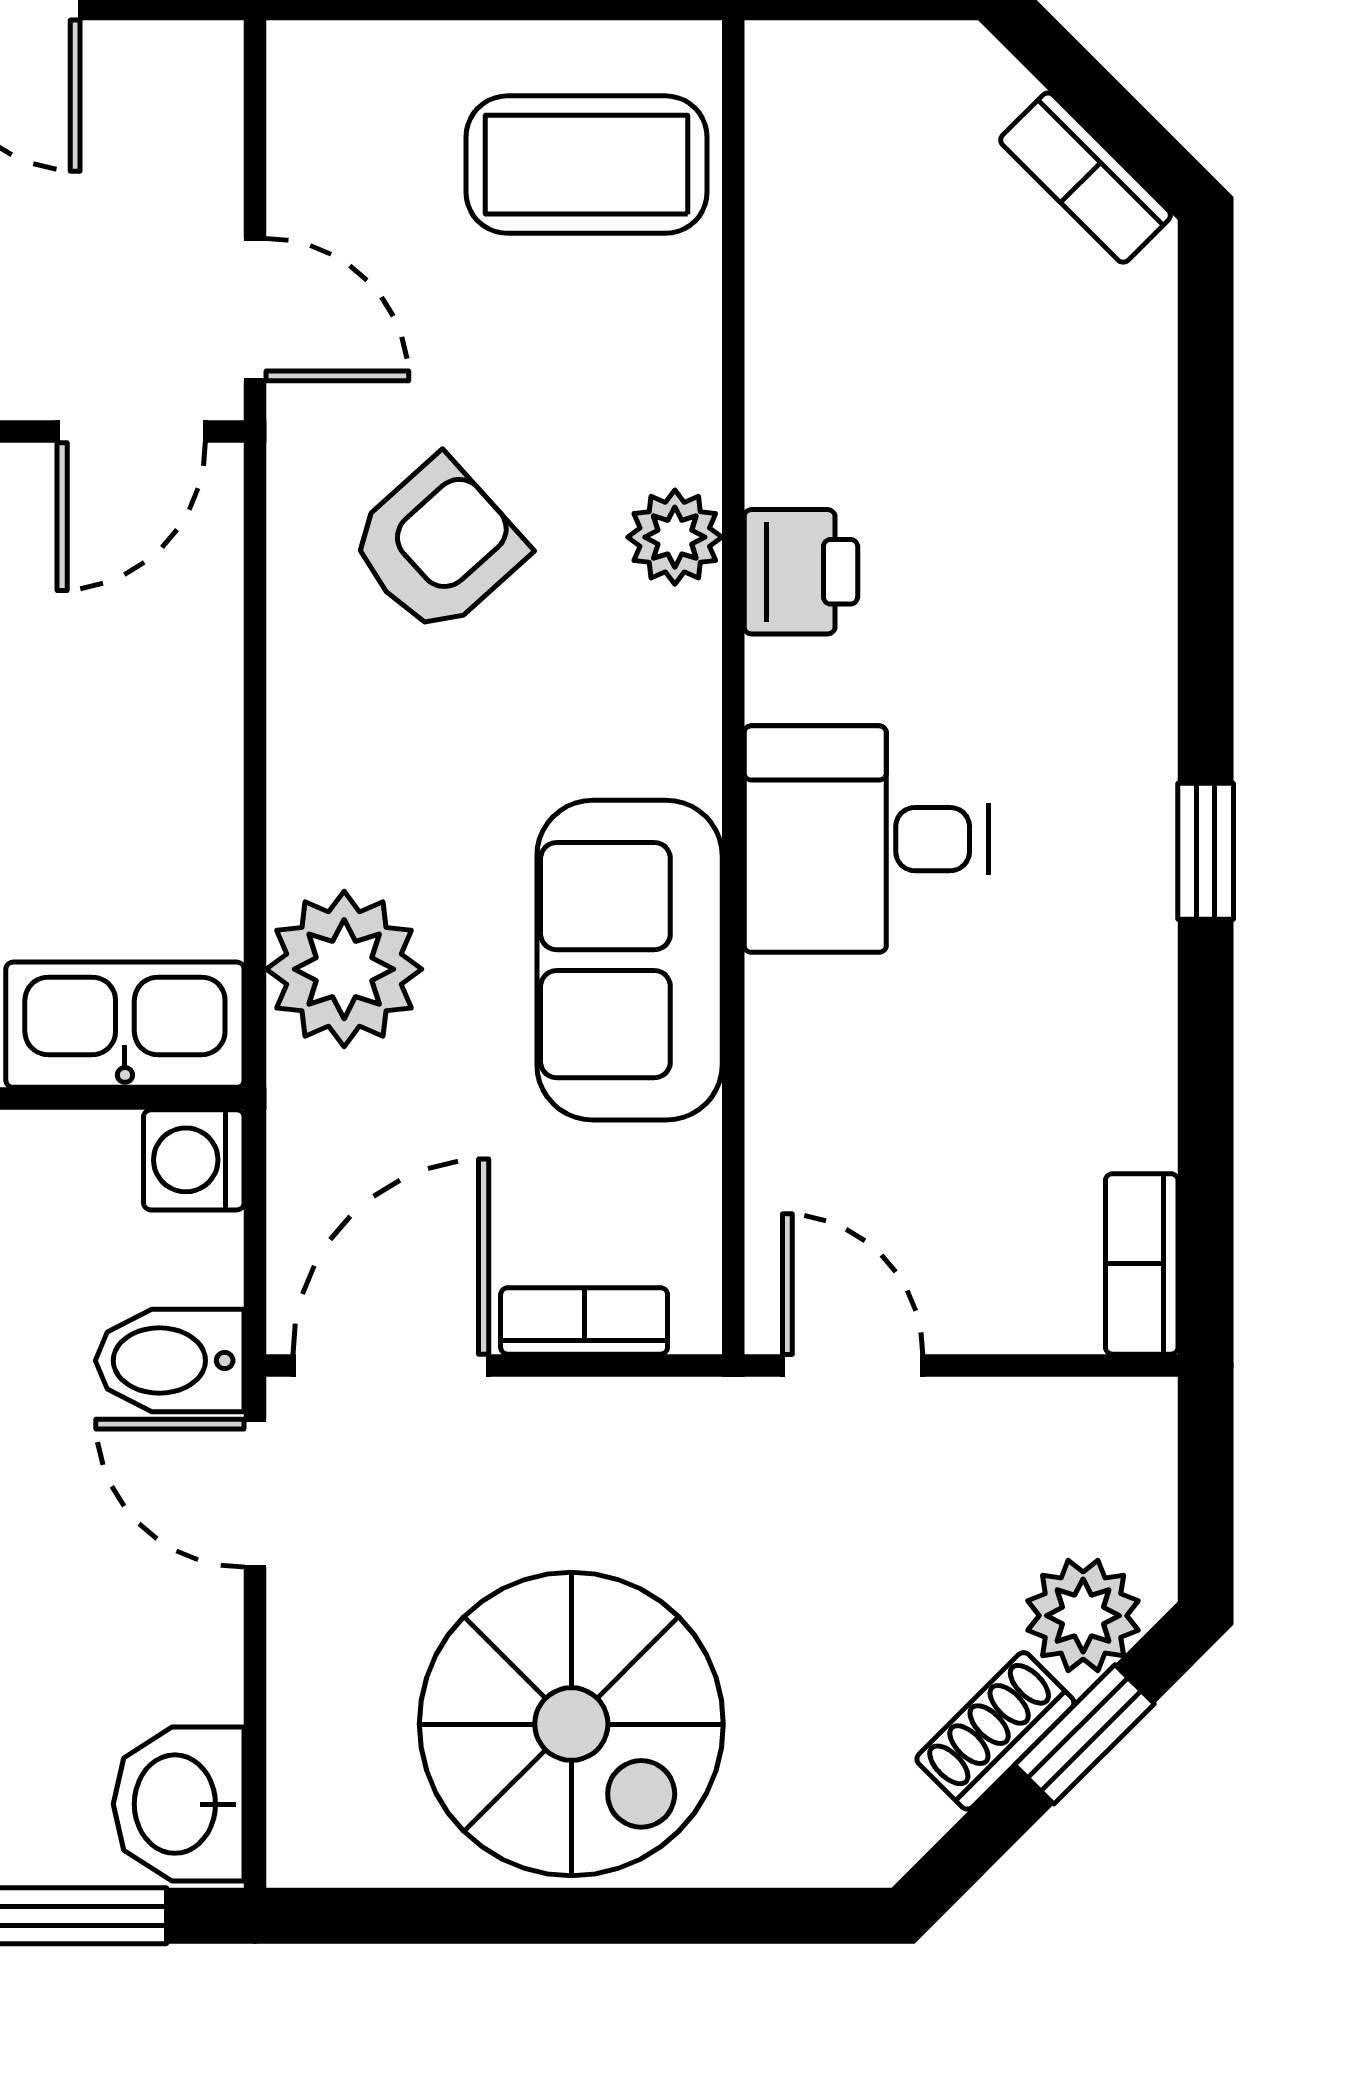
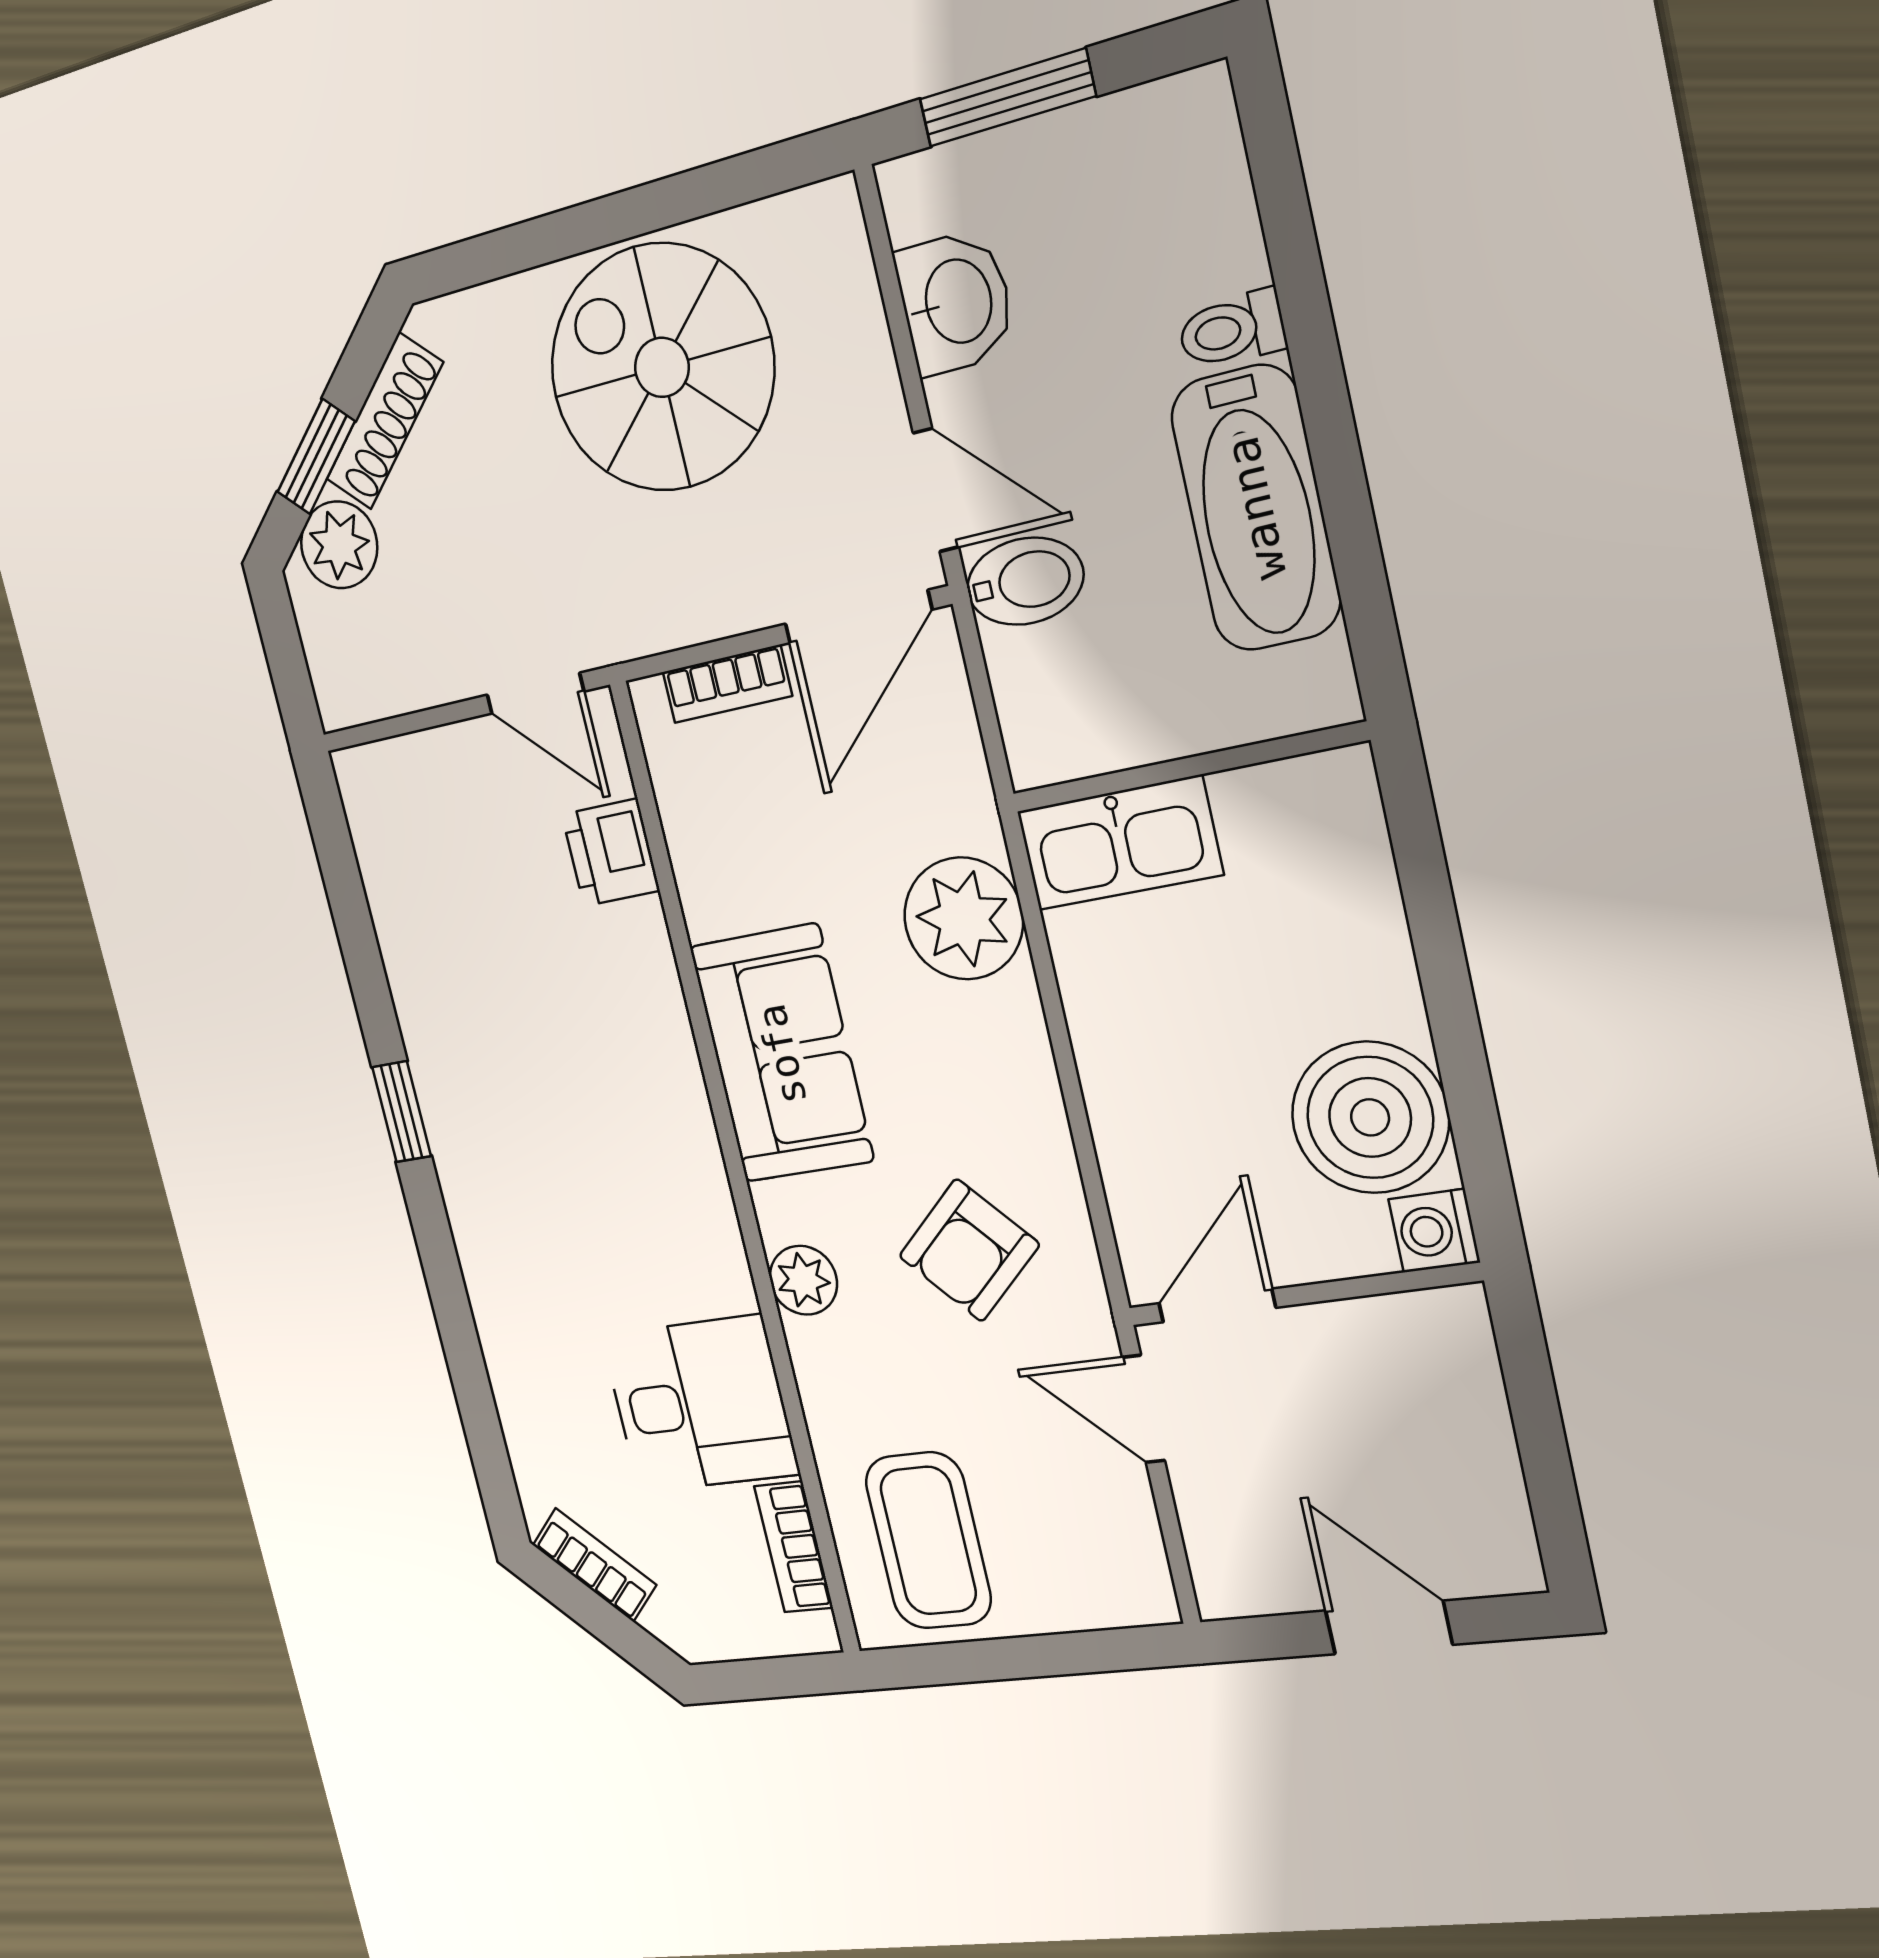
coffee table: (587, 165) -> (928, 1541), turned 90
printer: (801, 572) -> (611, 853), moved
desk: (867, 839) -> (700, 1404), moved
sofa: (630, 960) -> (782, 1054), moved
washing machine: (194, 1160) -> (1043, 746), removed
bookcase: (1142, 1264) -> (794, 1547), moved, turned 180
shoe rack: (995, 1731) -> (384, 421), width x1.43
washbasin: (179, 1804) -> (955, 302), moved

